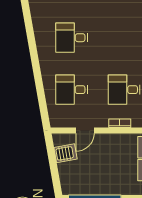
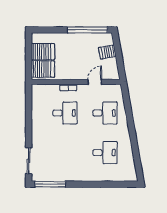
server rack: (65, 153) -> (107, 52), moved

